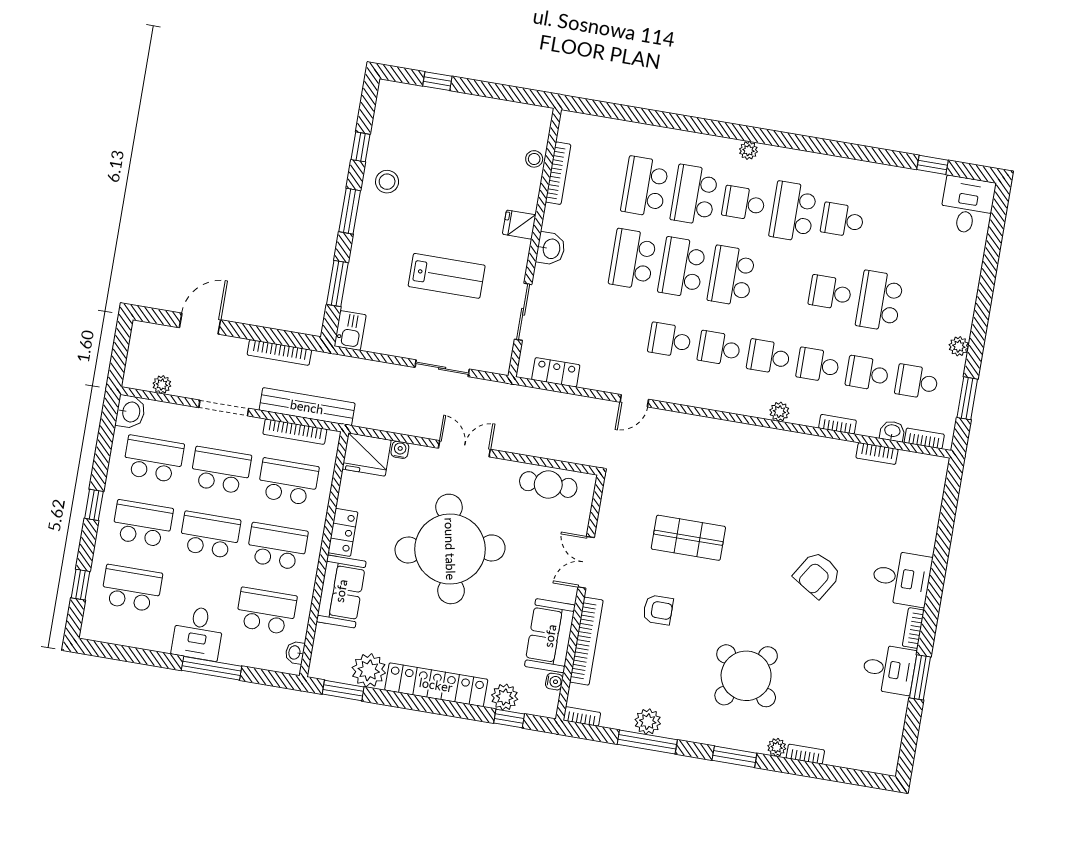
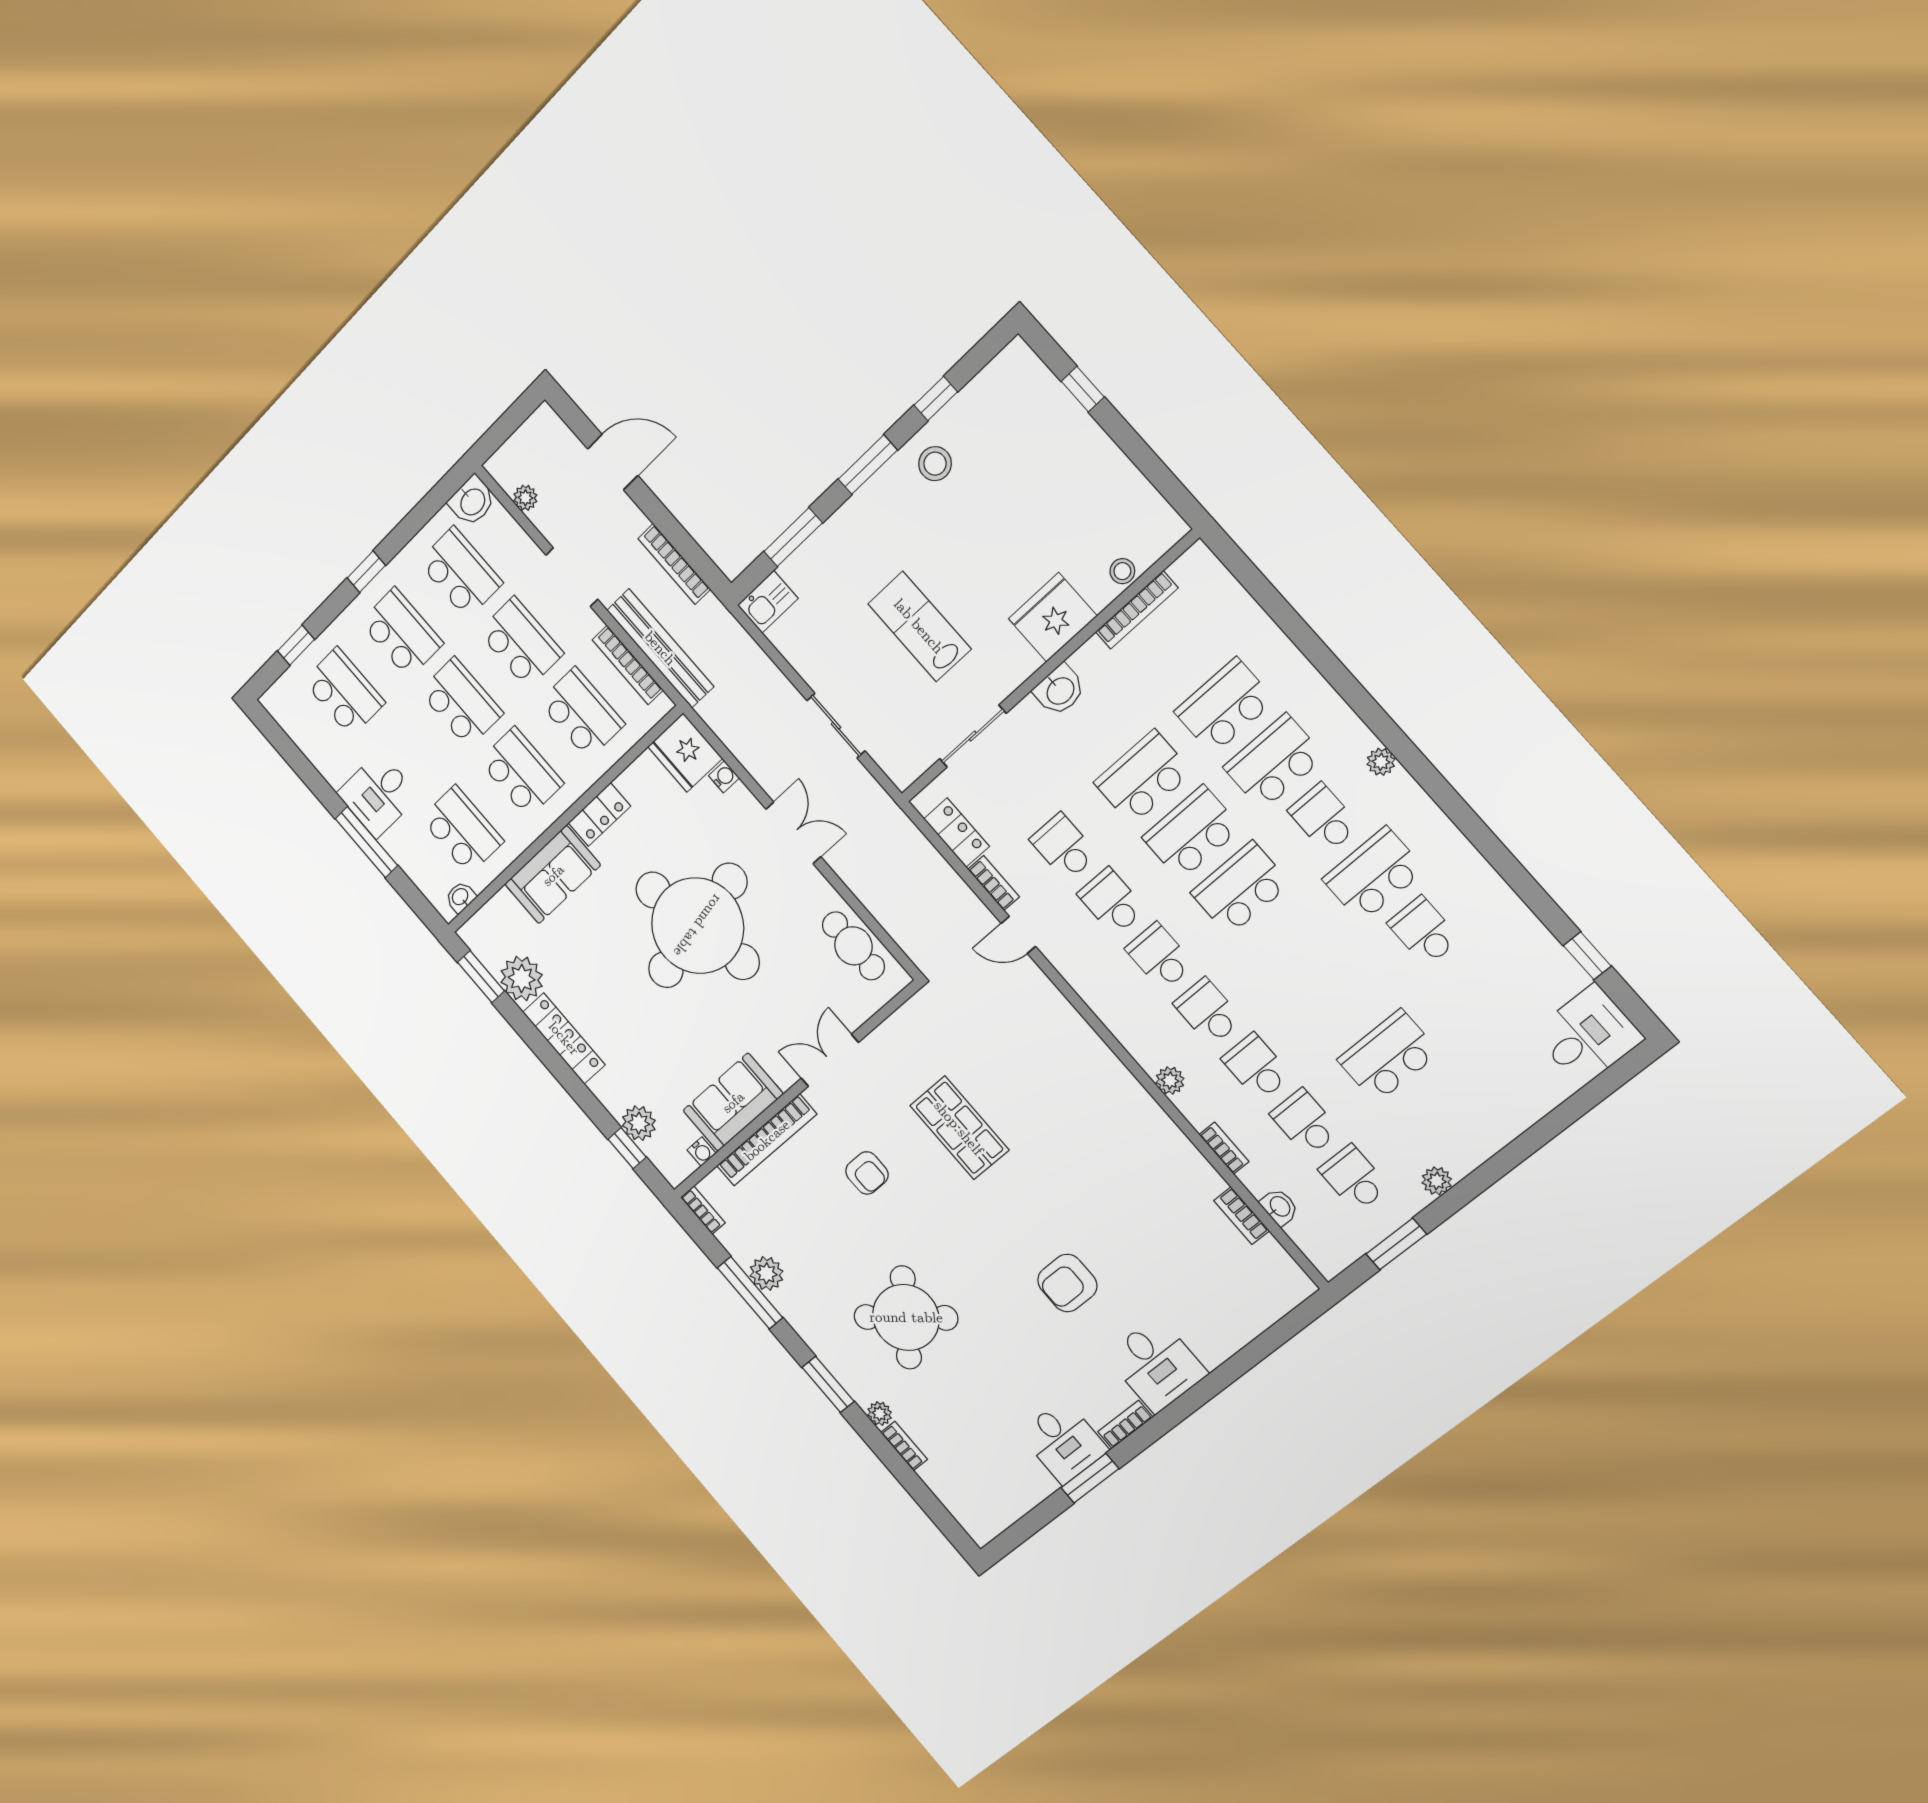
fridge: (519, 225) -> (1053, 617), width x1.88, depth x1.34
lab bench: (447, 276) -> (919, 626), turned 180
school desk: (830, 293) -> (1064, 847), moved
bookcase: (924, 438) -> (994, 883), moved
armchair: (817, 575) -> (1067, 1283), turned -32
locker: (436, 685) -> (564, 1038), width x0.71, depth x0.83

